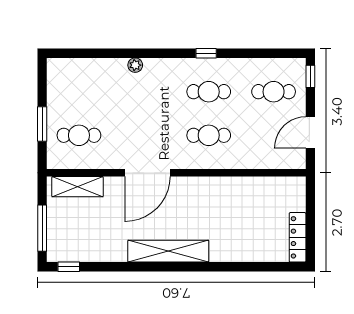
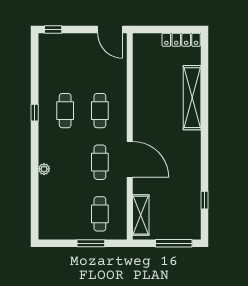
cafe table: (274, 92) -> (100, 162), moved
door: (310, 132) -> (110, 30), moved
shelving: (168, 251) -> (192, 98), moved
window: (69, 267) -> (205, 200), moved

